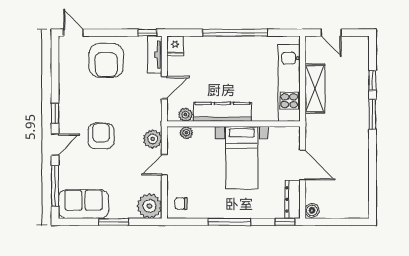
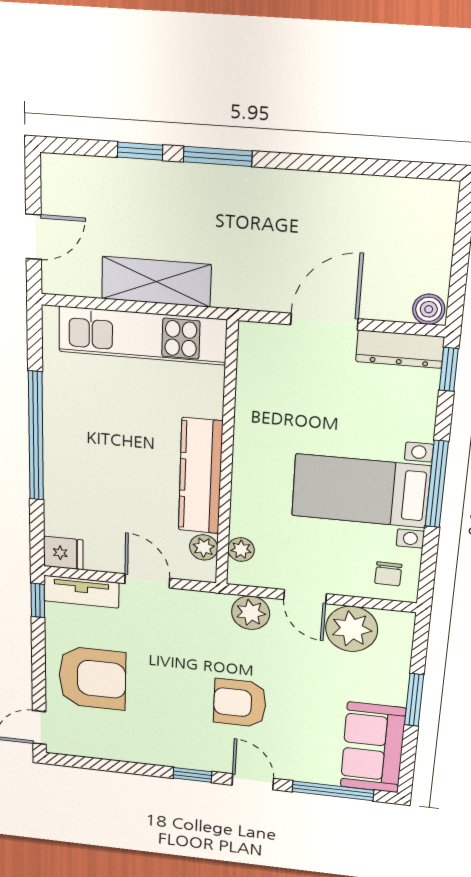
bed with nightstands: (242, 158) -> (361, 491), moved, turned 180
plant: (149, 206) -> (352, 629), moved

